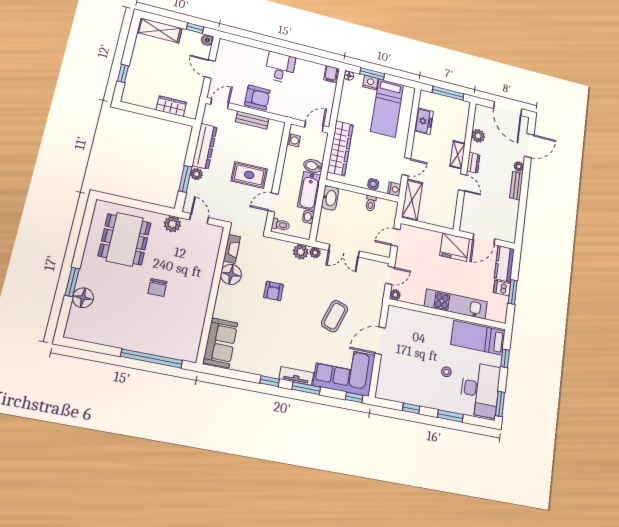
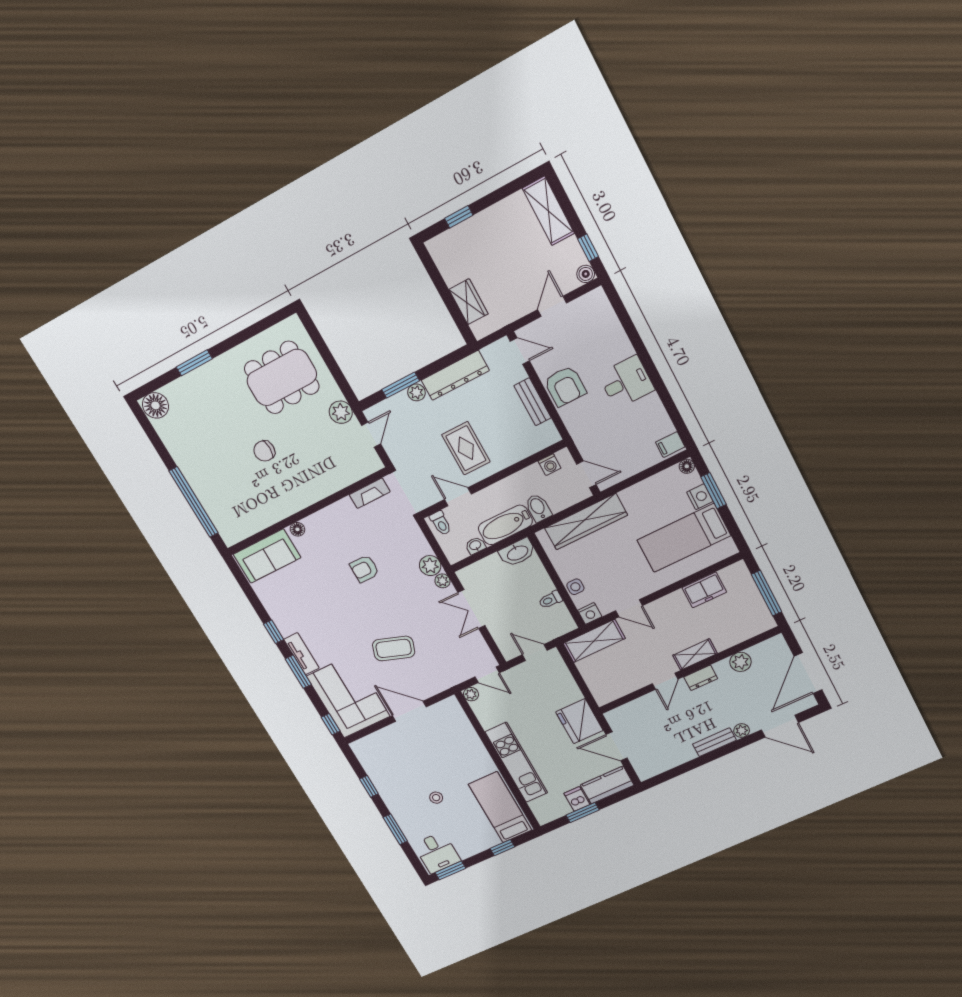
floor lamp: (231, 274) -> (297, 529), moved, width x0.53, depth x0.53
floor lamp: (83, 298) -> (155, 405), moved
desk: (480, 390) -> (437, 853), width x0.53, depth x0.77

